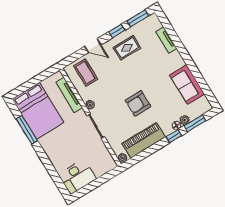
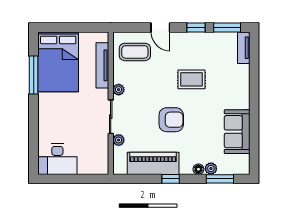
tv unit: (166, 40) -> (244, 48), moved
rug: (127, 48) -> (191, 79), moved
coffee table: (86, 73) -> (135, 52), turned 90
armchair: (138, 103) -> (171, 120), turned 180
window: (174, 136) -> (171, 179), moved
plant: (123, 158) -> (119, 140), moved

